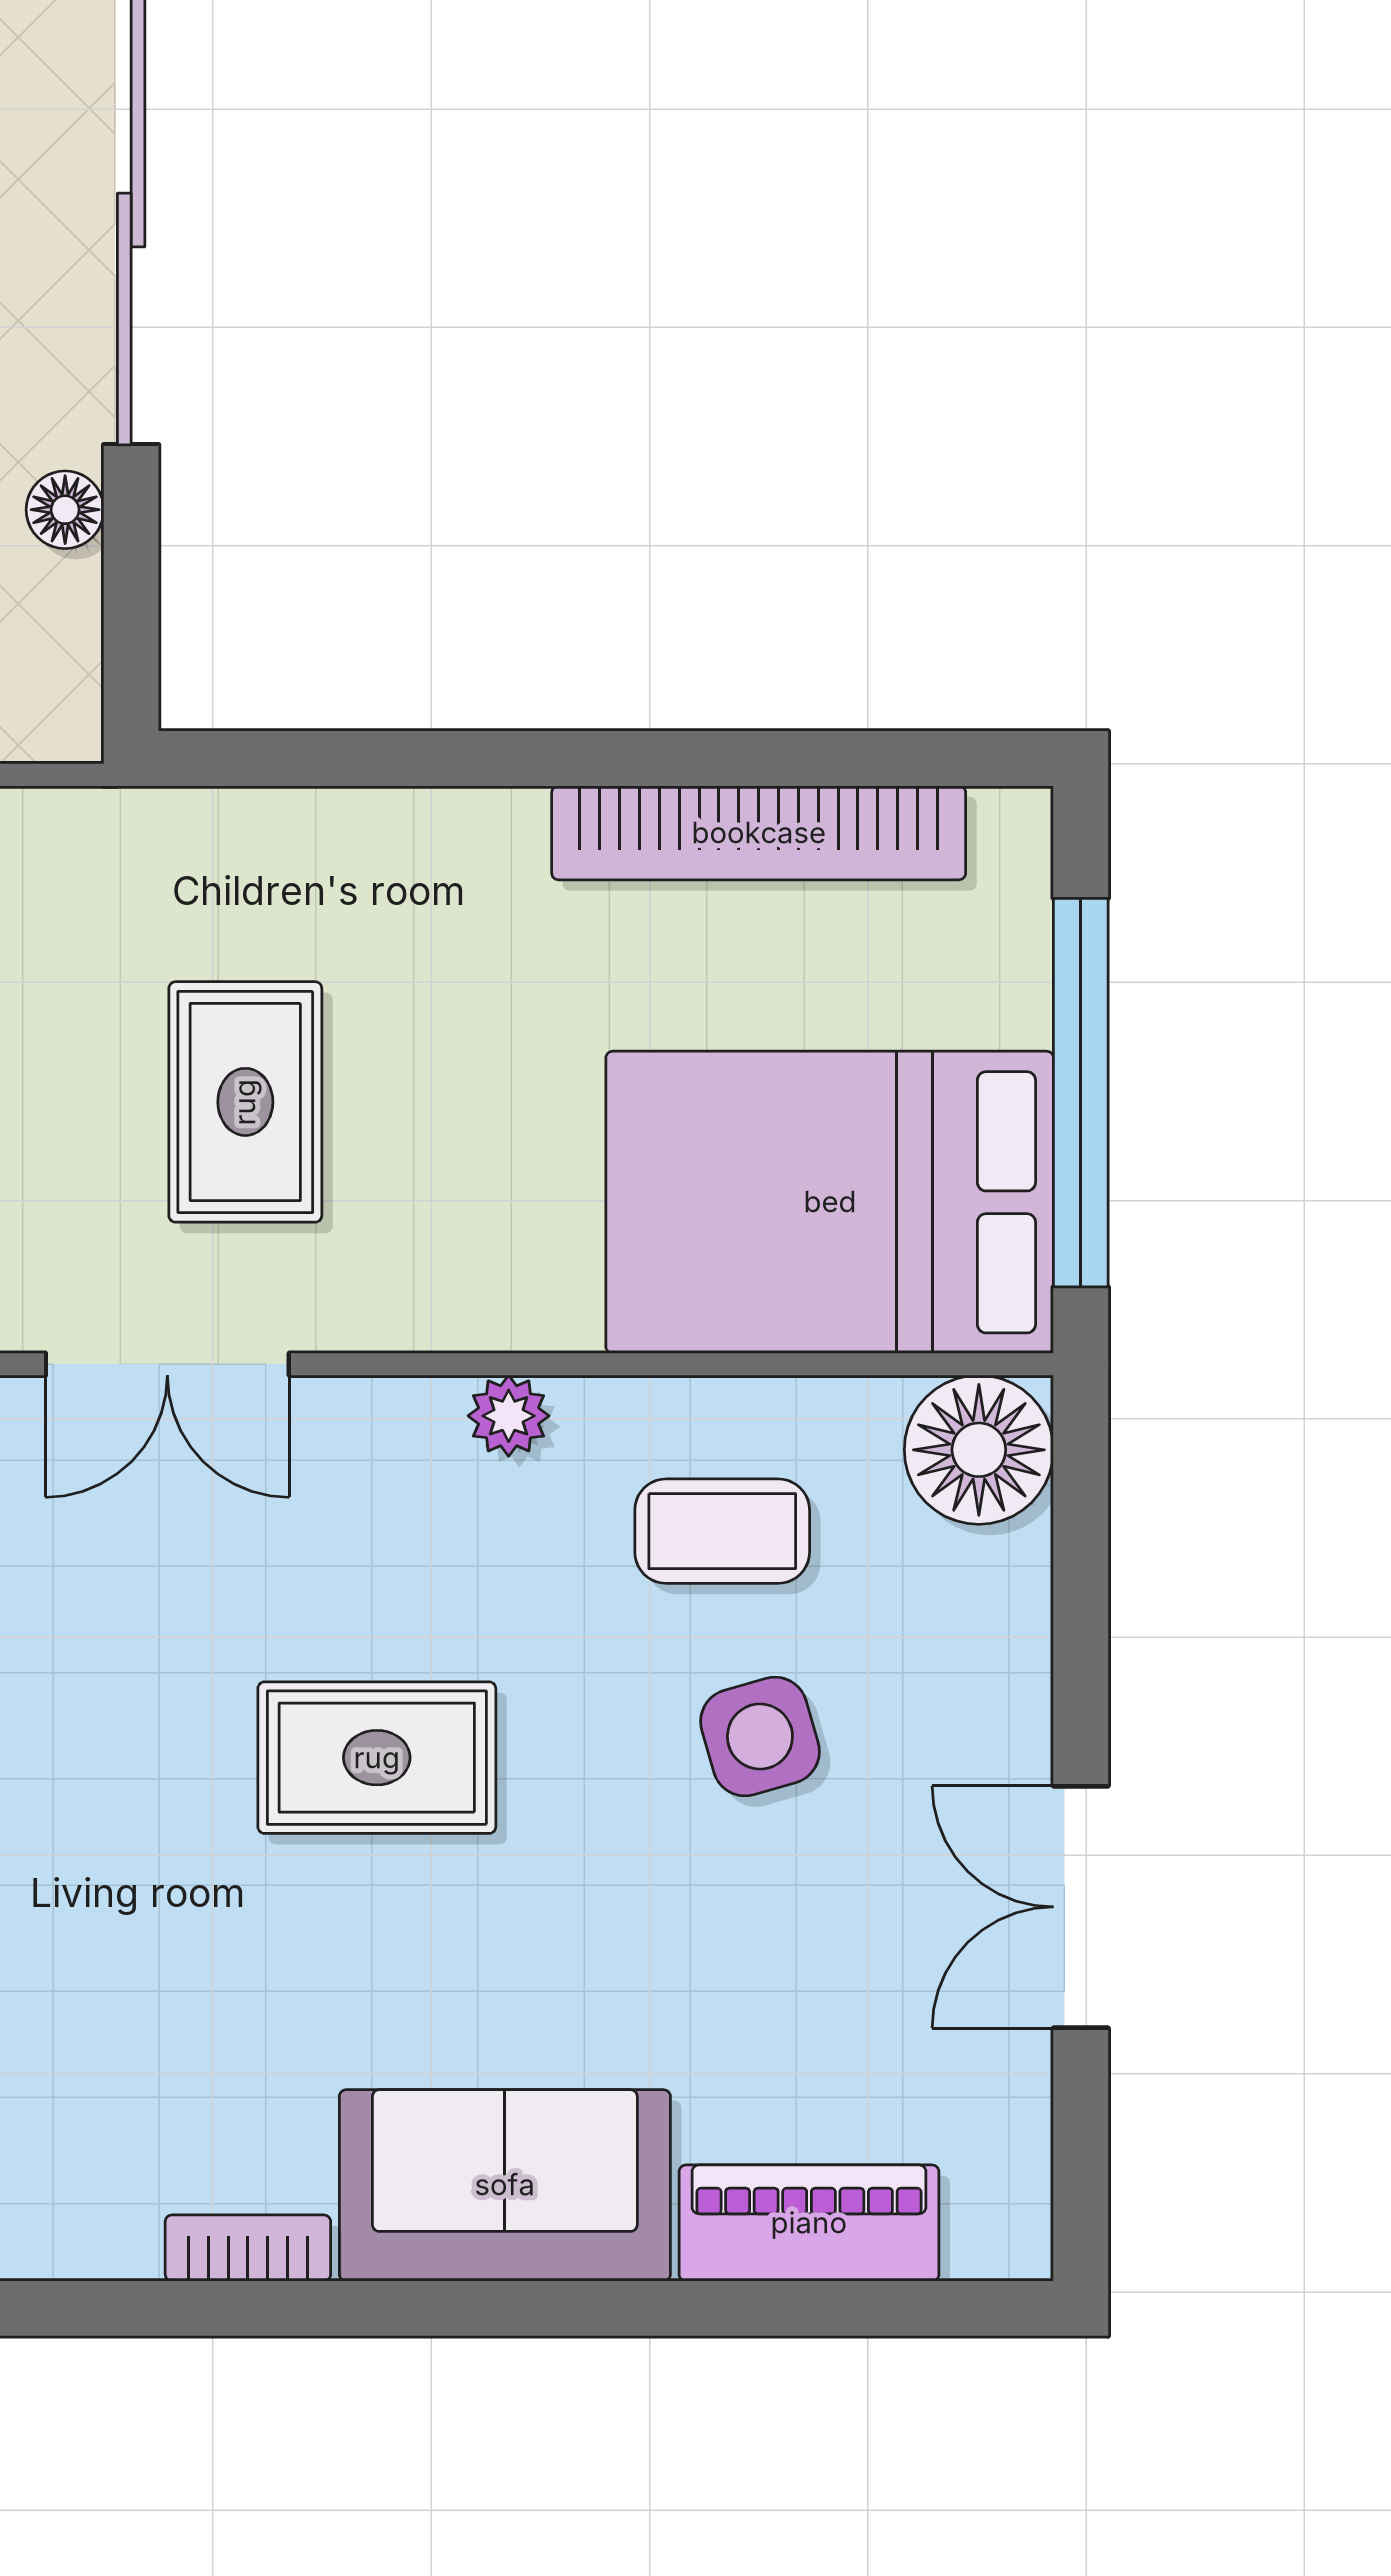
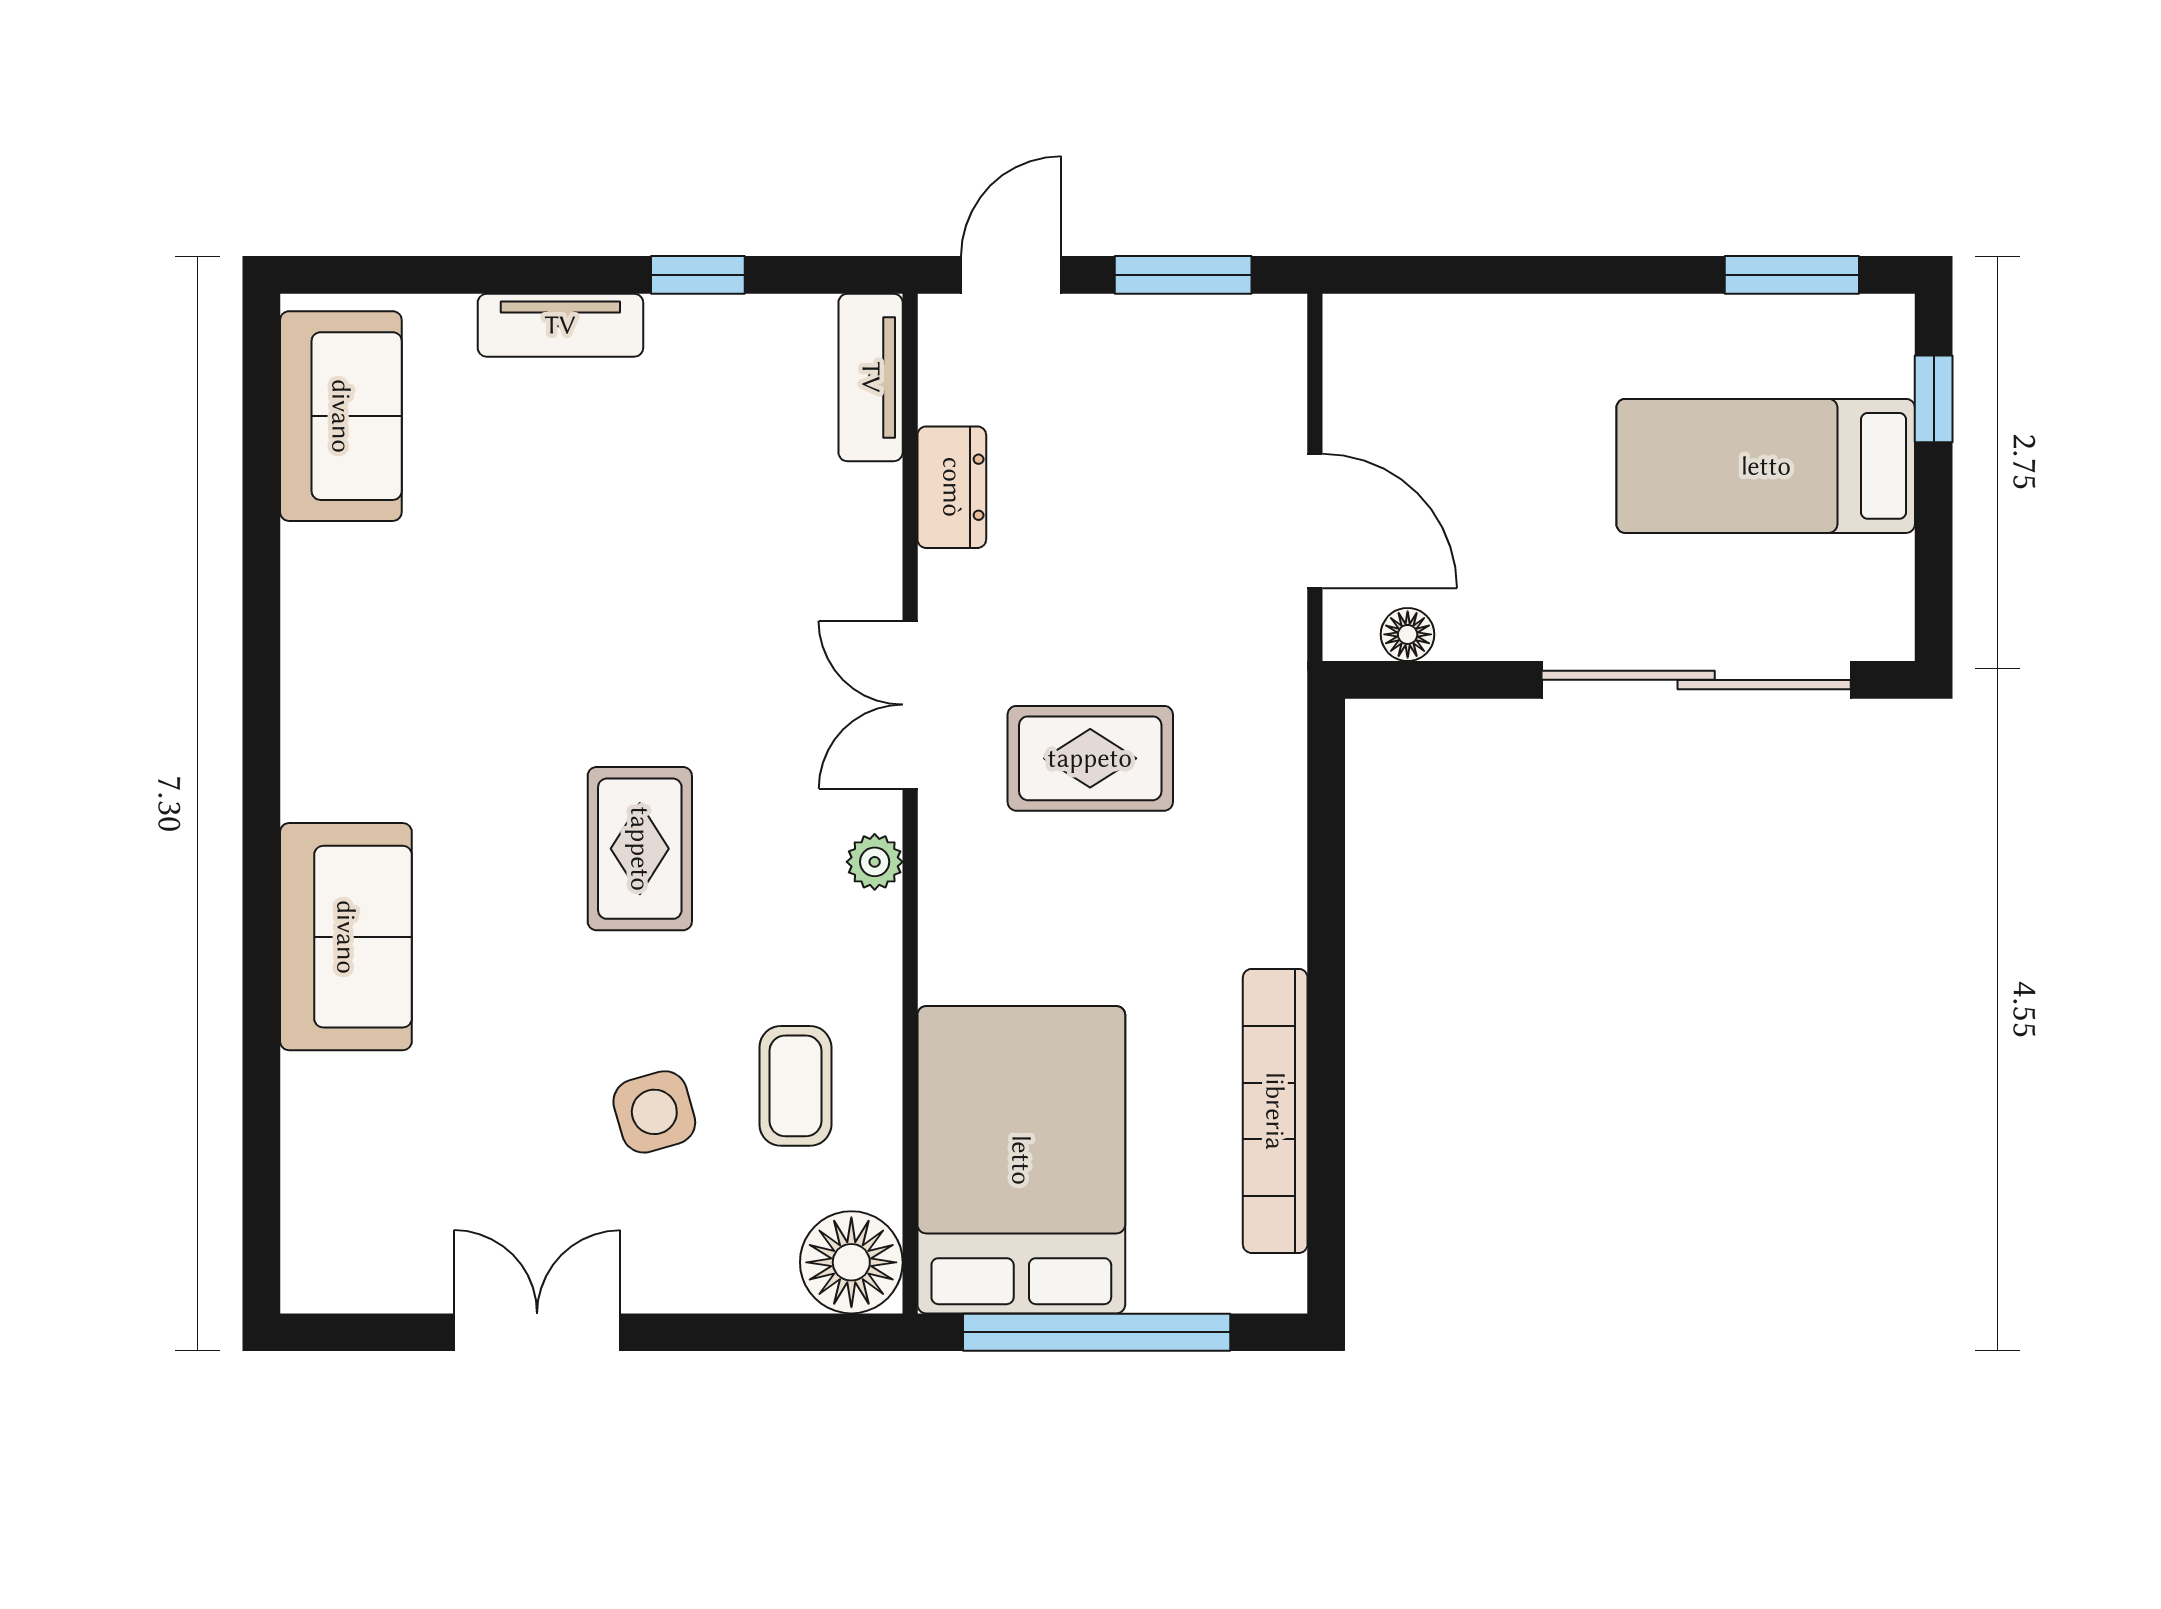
floor lamp: (65, 510) -> (1408, 634), moved
plant: (509, 1416) -> (875, 862), moved
piano: (809, 2223) -> (320, 1146), removed
bookcase: (248, 2248) -> (303, 760), removed

